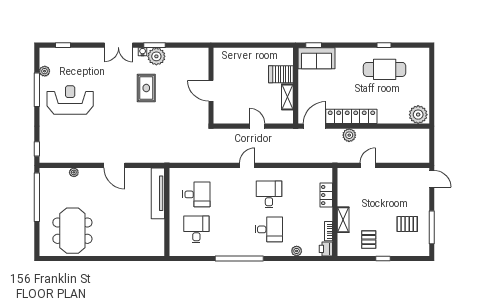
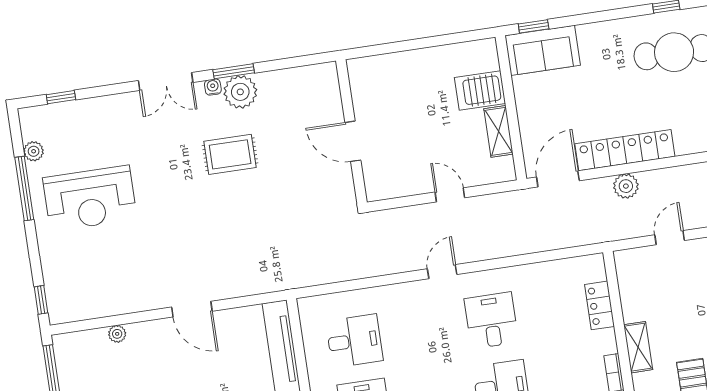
rug: (146, 88) -> (230, 154), turned 90
reception desk: (70, 100) -> (90, 198), turned 180

